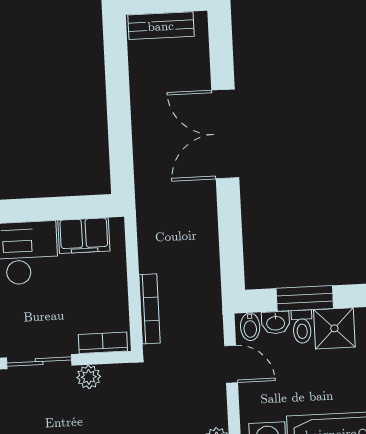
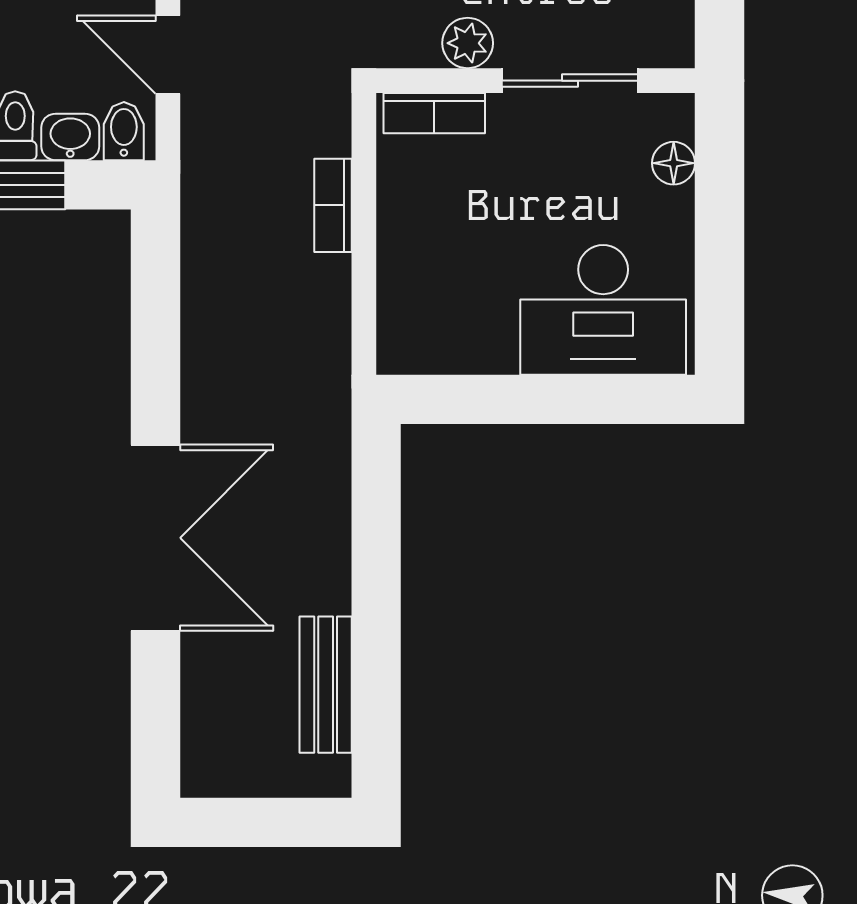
bench: (161, 26) -> (326, 685), moved, turned 90
filing cabinet: (84, 236) -> (463, 340), removed
bookcase: (149, 309) -> (333, 205), width x0.64

